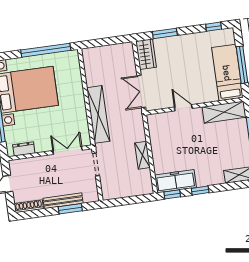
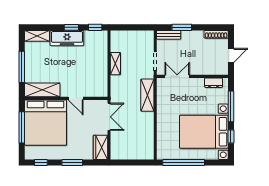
window: (165, 33) -> (72, 162), moved
bed: (227, 73) -> (46, 123), width x2.04
shelving: (98, 114) -> (147, 95), width x0.68
double door: (67, 150) -> (177, 76), swing flipped
freezer: (176, 181) -> (67, 38), moved
bench: (63, 201) -> (169, 35), moved, width x0.73

